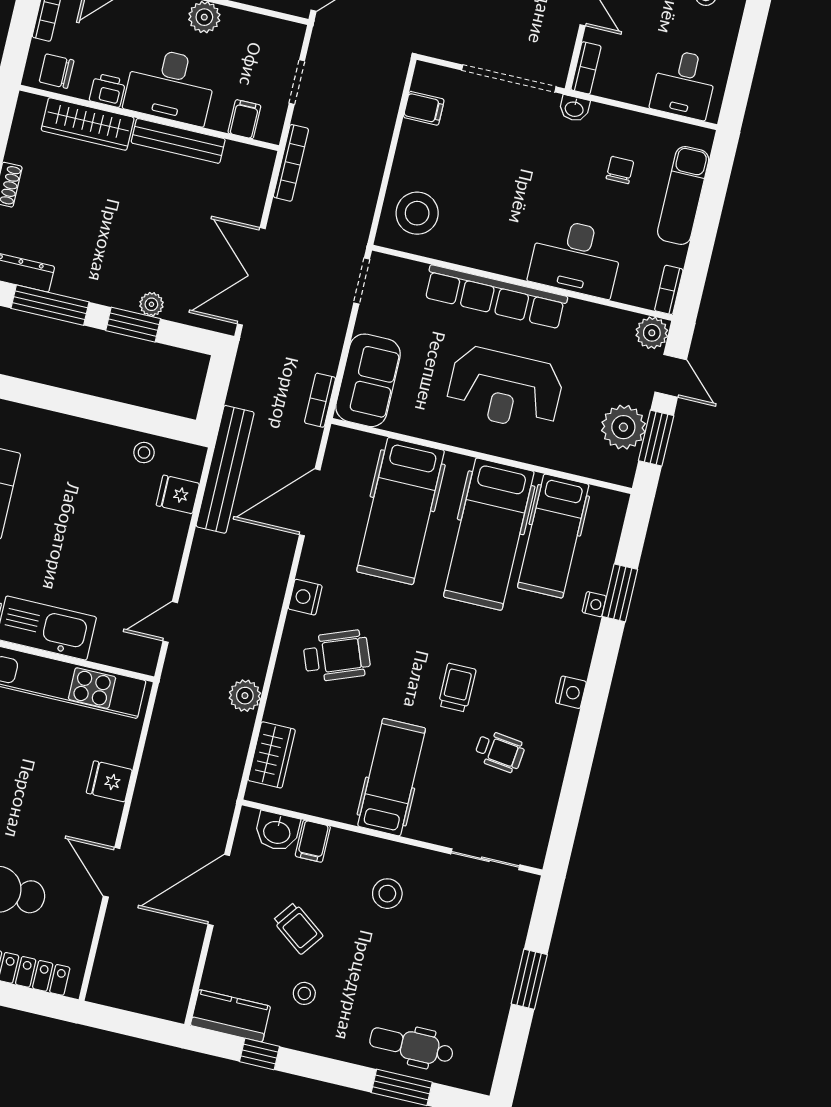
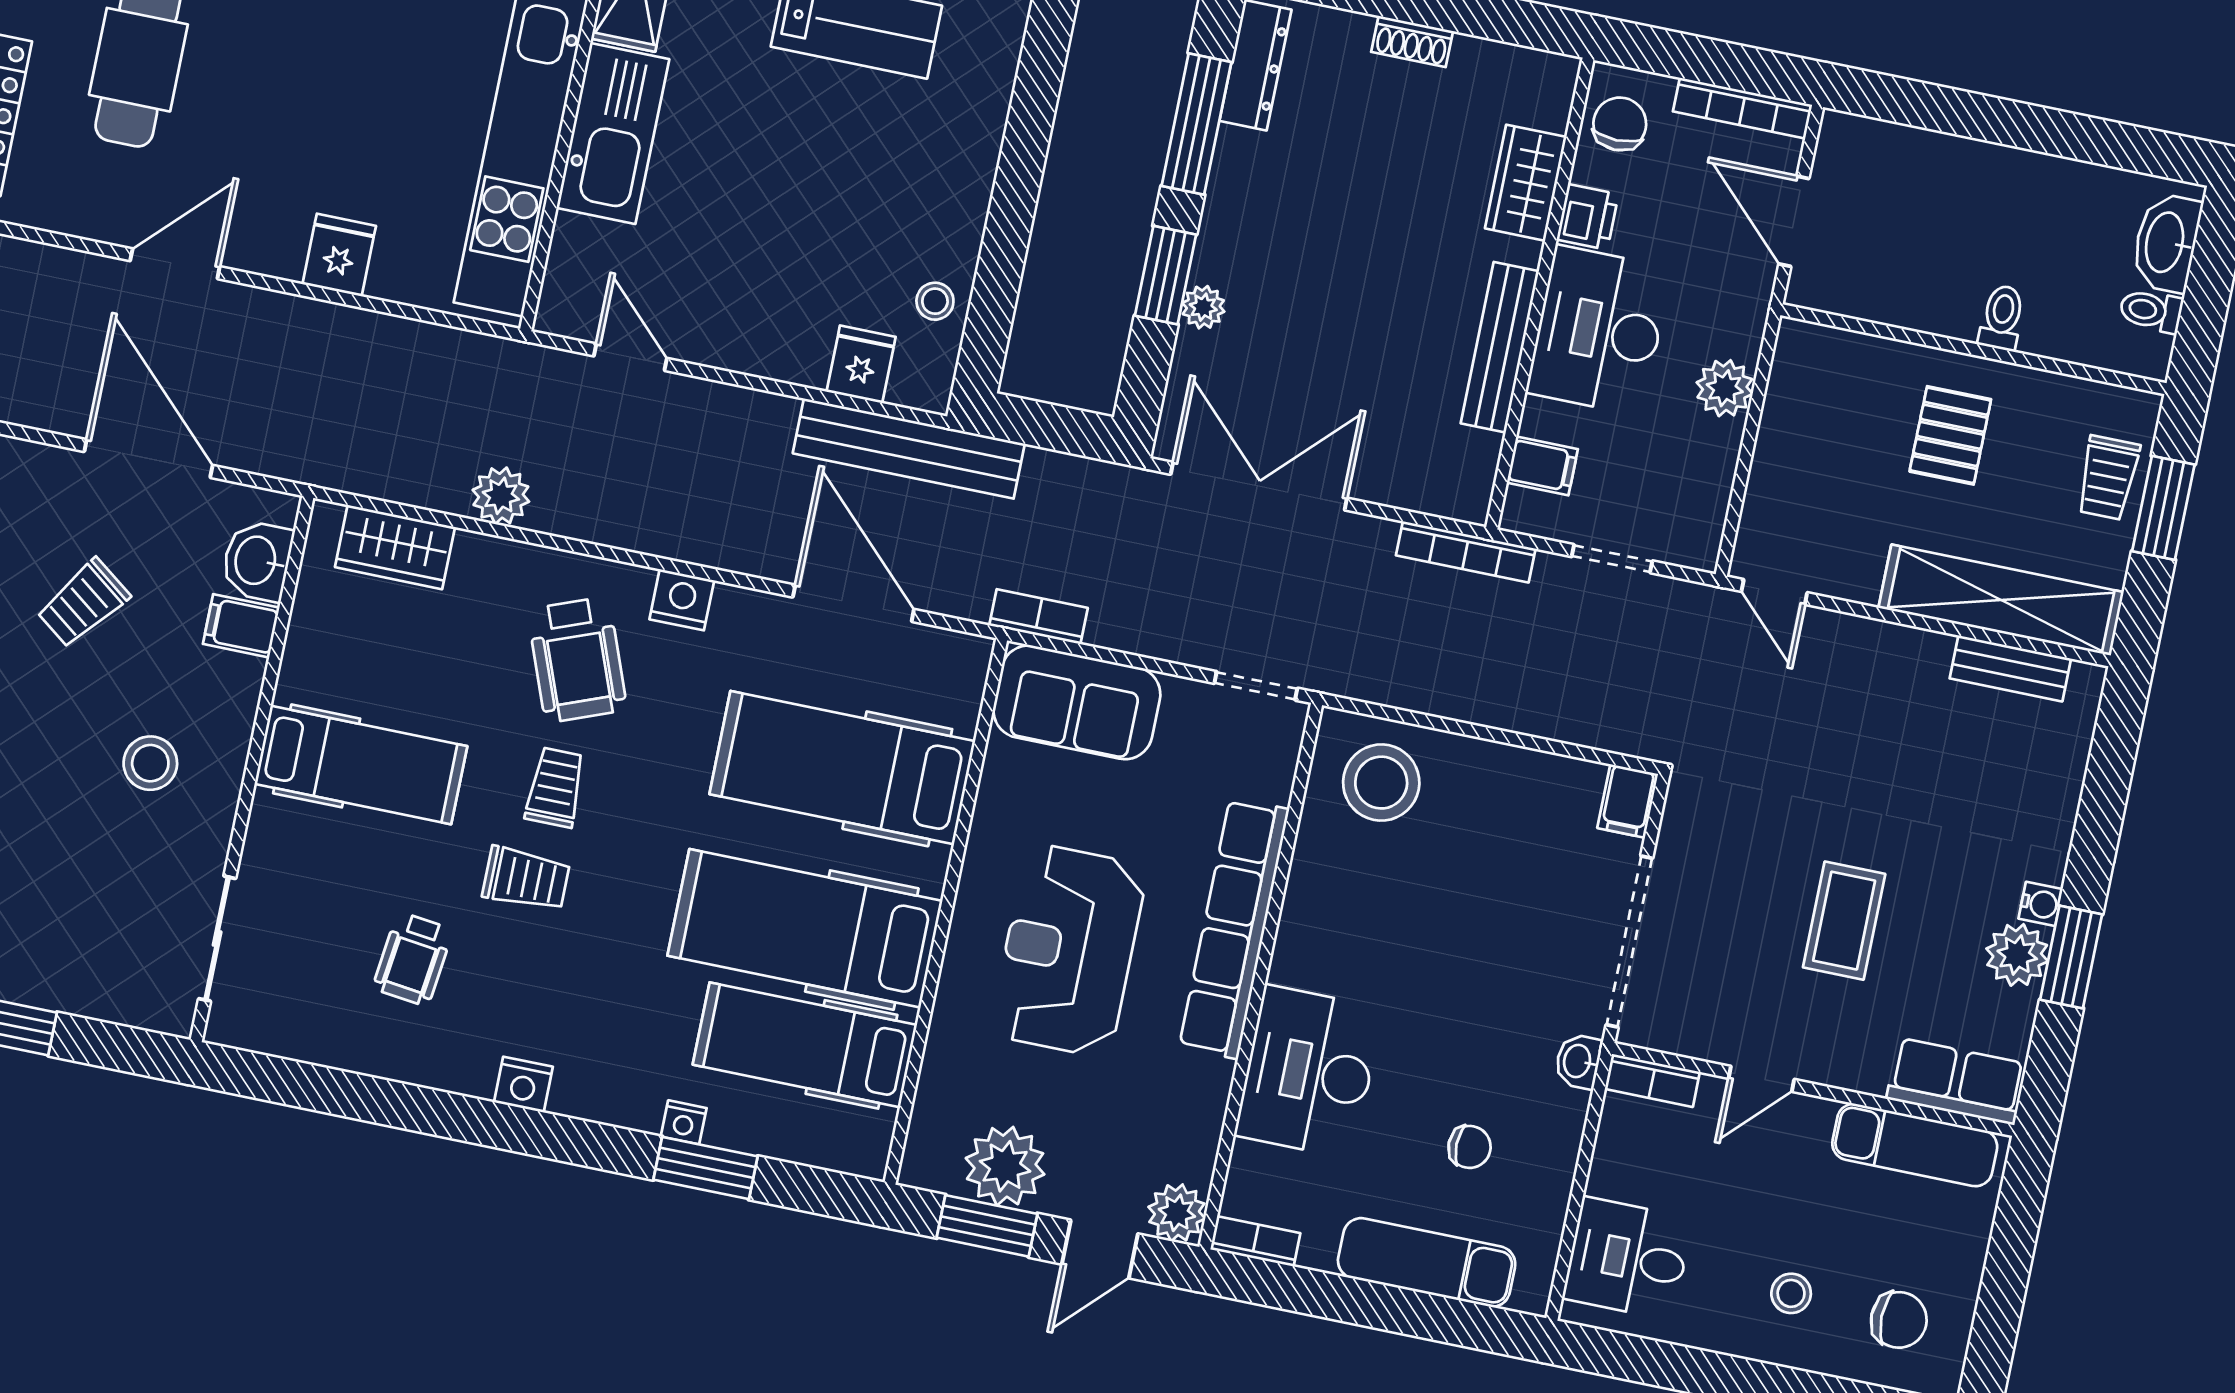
filing cabinet: (424, 108) -> (1628, 801), moved
wardrobe: (88, 124) -> (1526, 183), width x0.67
trolley: (407, 670) -> (555, 787), added

